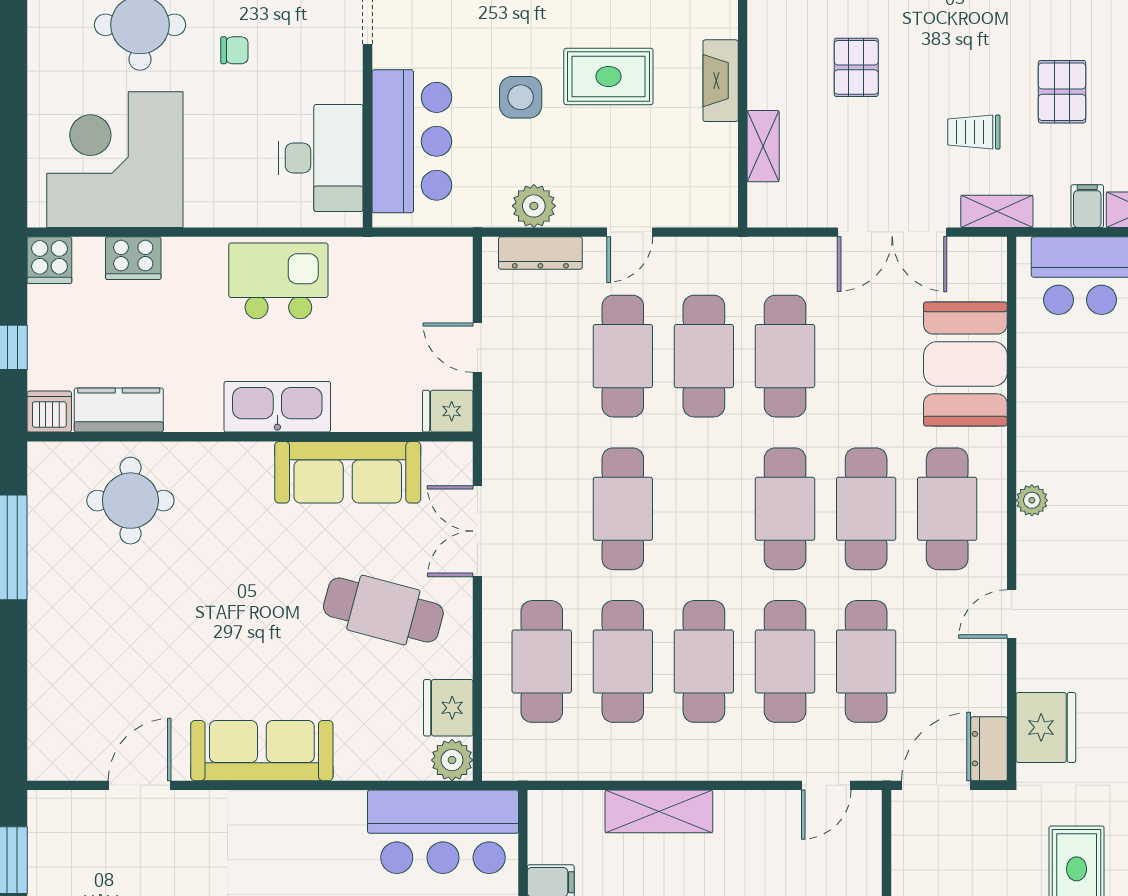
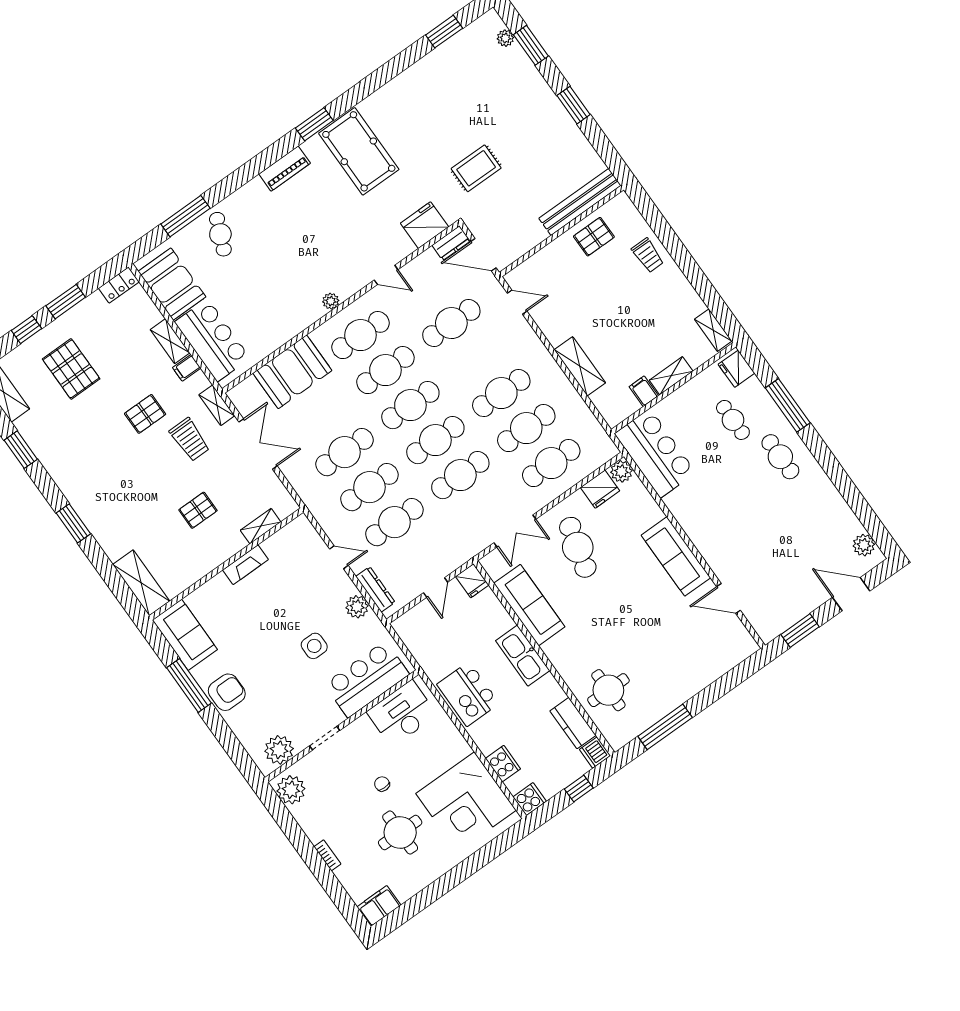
rug: (608, 76) -> (278, 614), removed
trolley: (974, 132) -> (190, 440), width x1.36, depth x1.39
cafe table: (785, 661) -> (435, 440), moved

